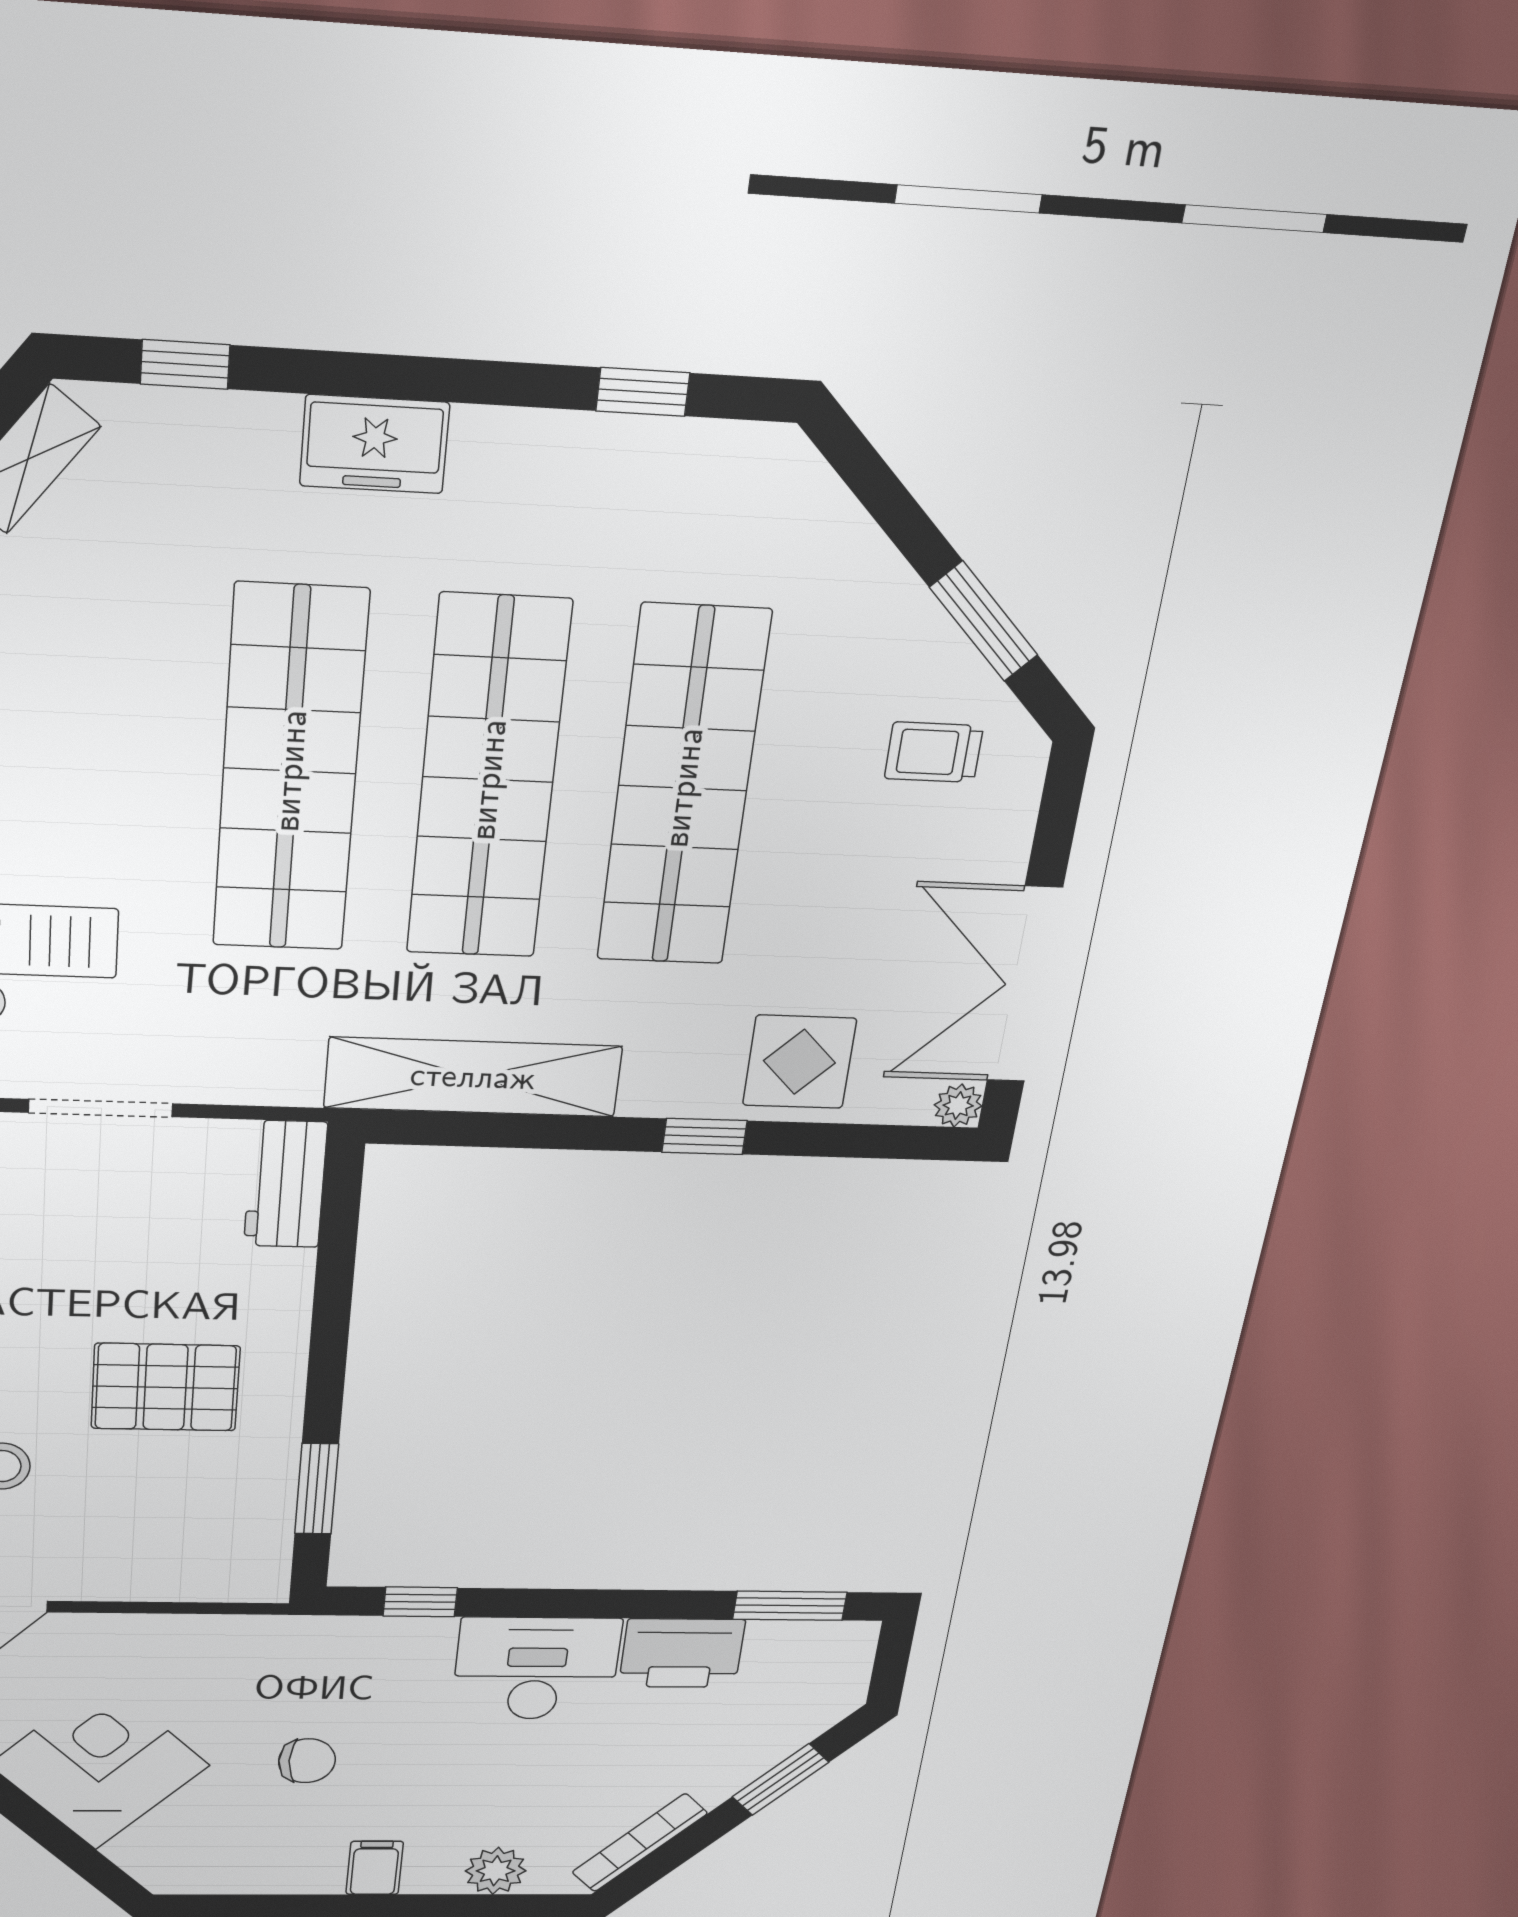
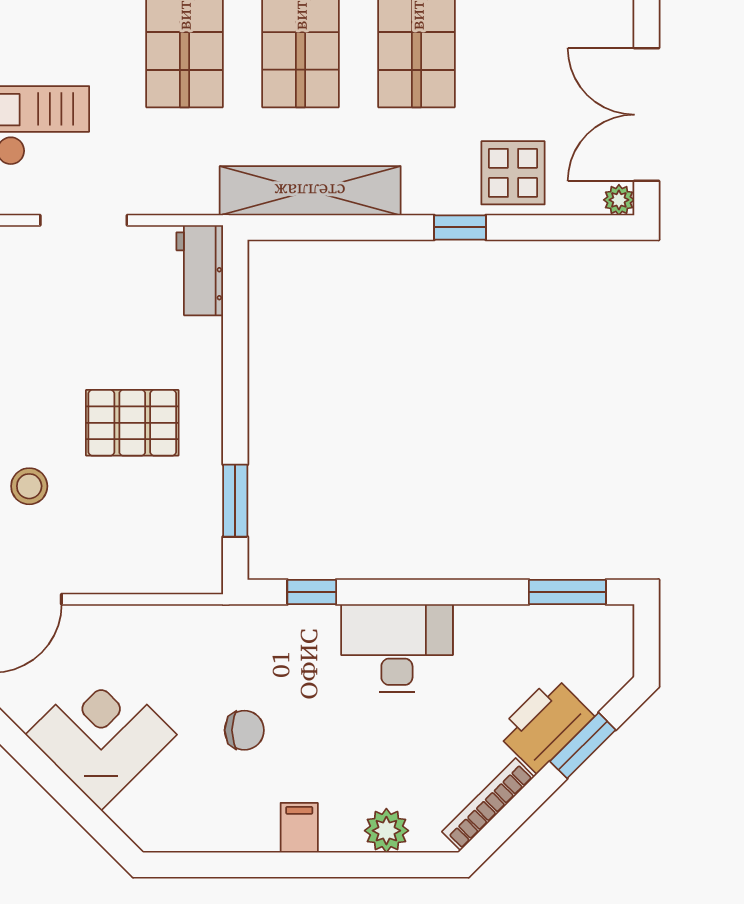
printer: (682, 1653) -> (545, 724), moved, turned 135

